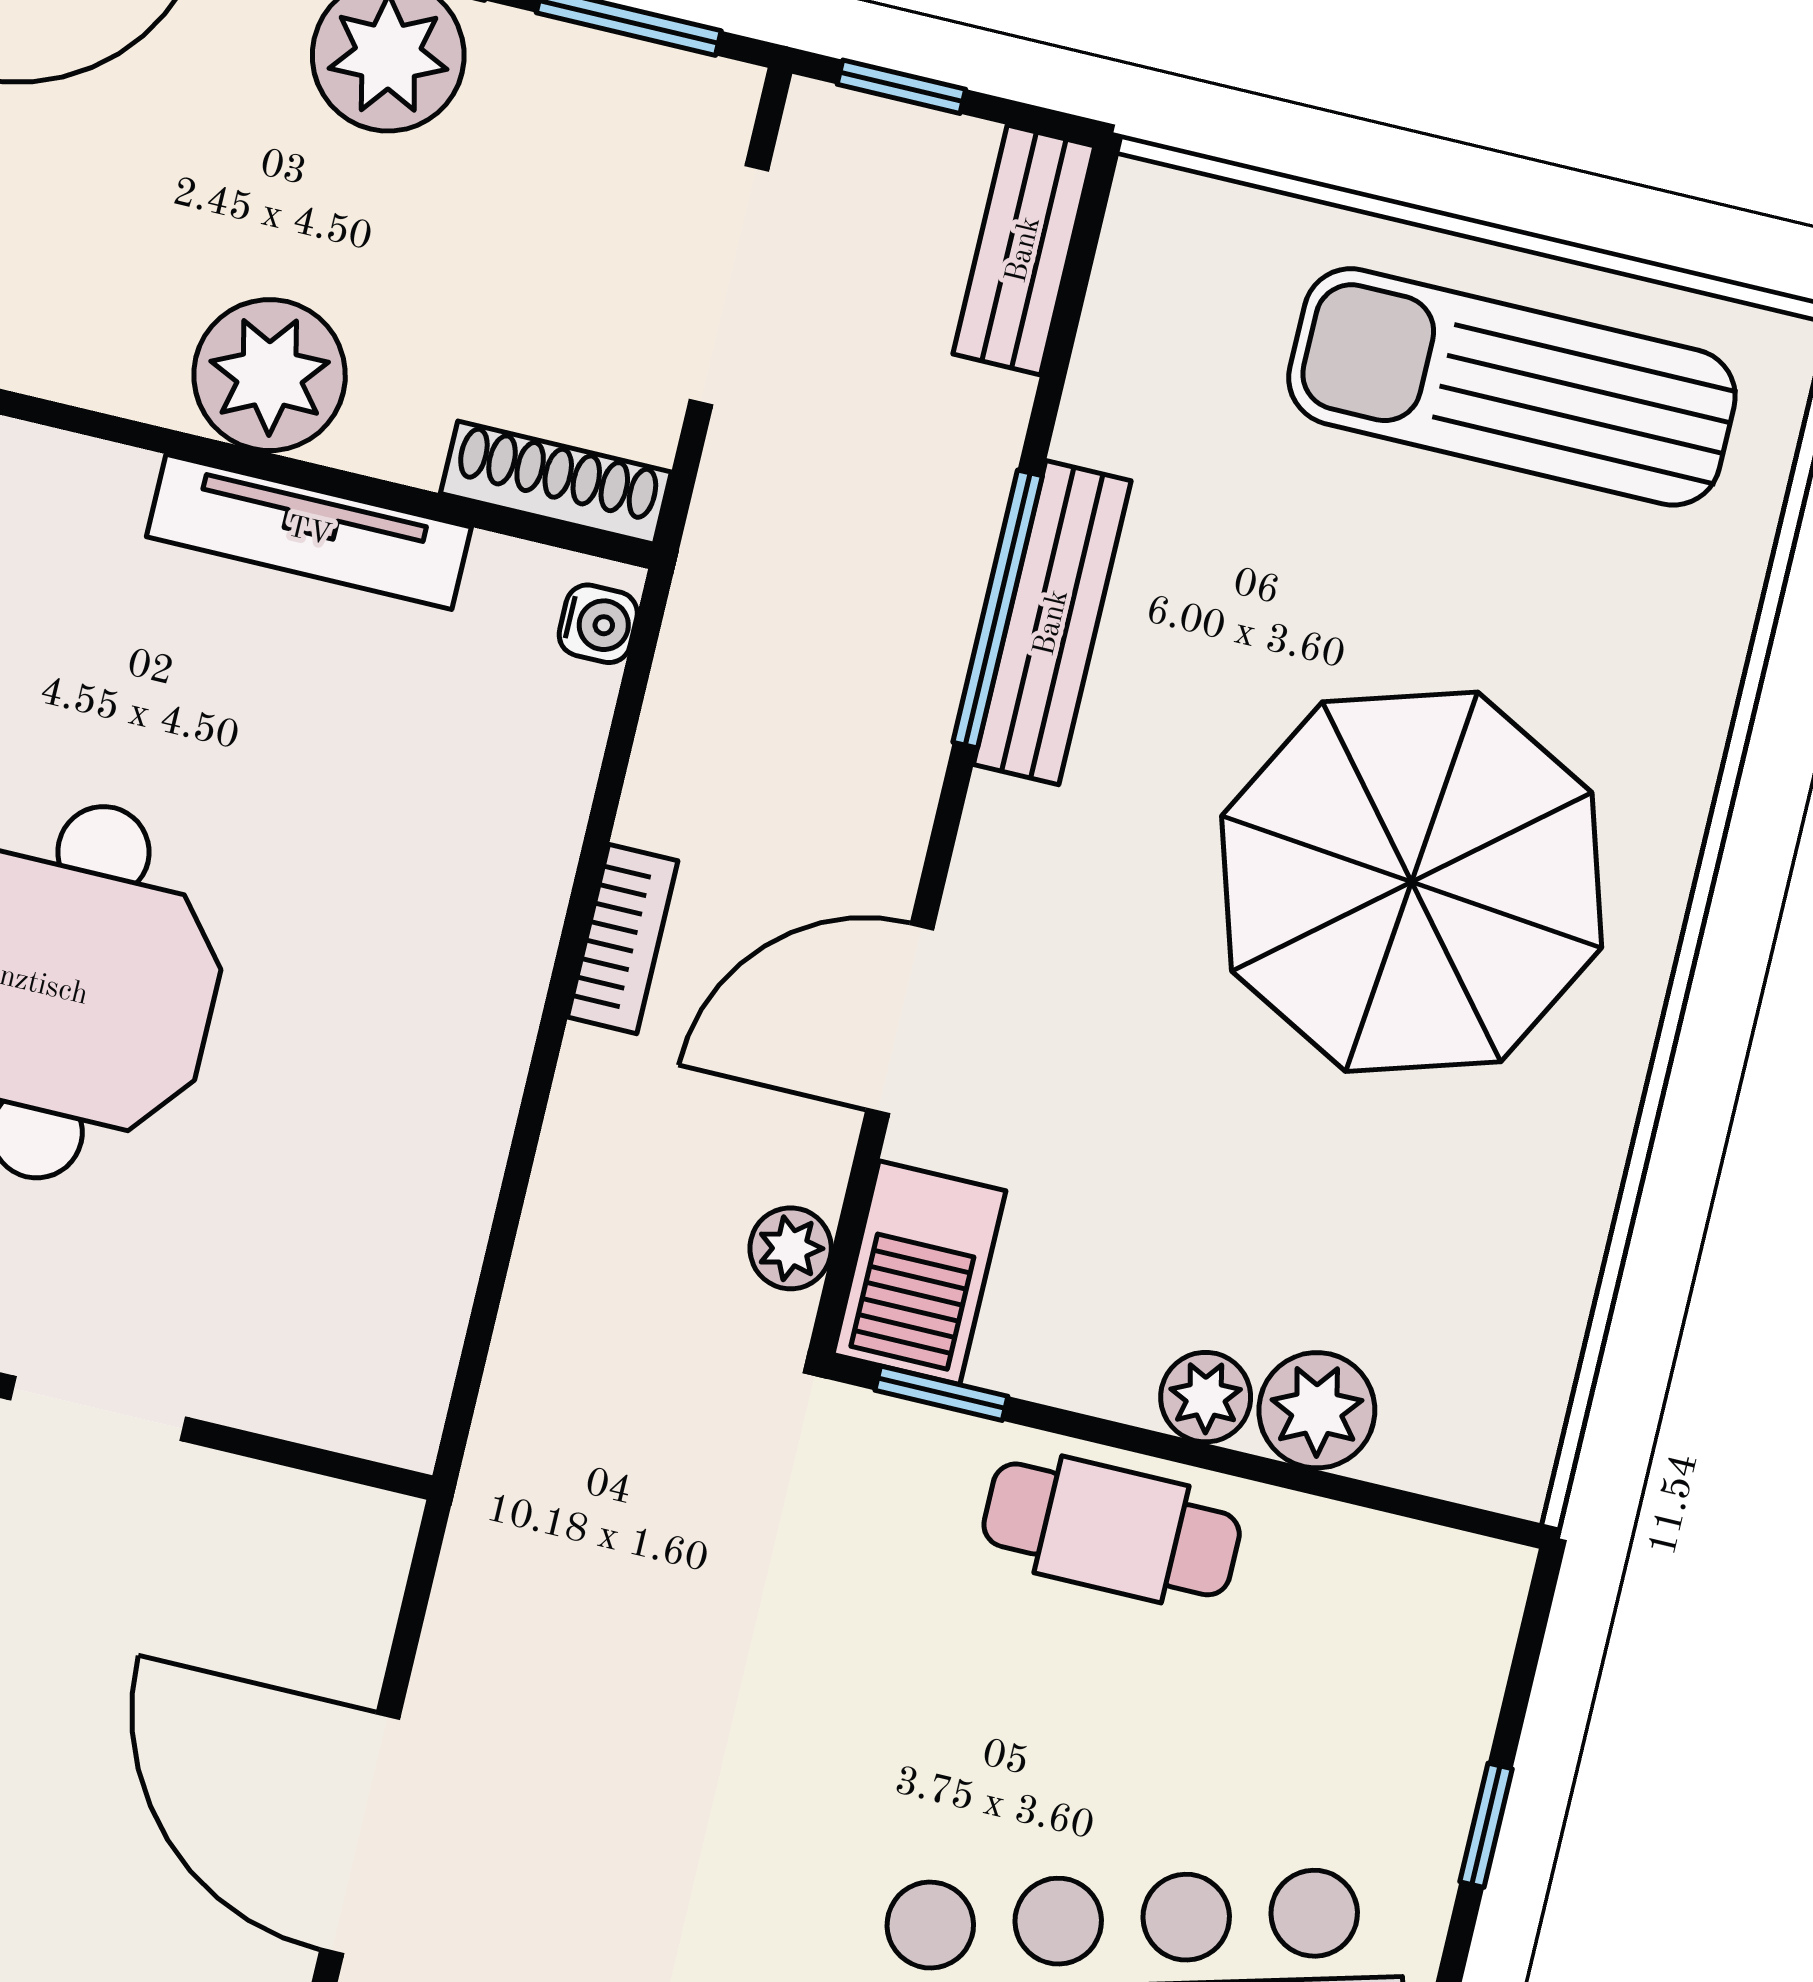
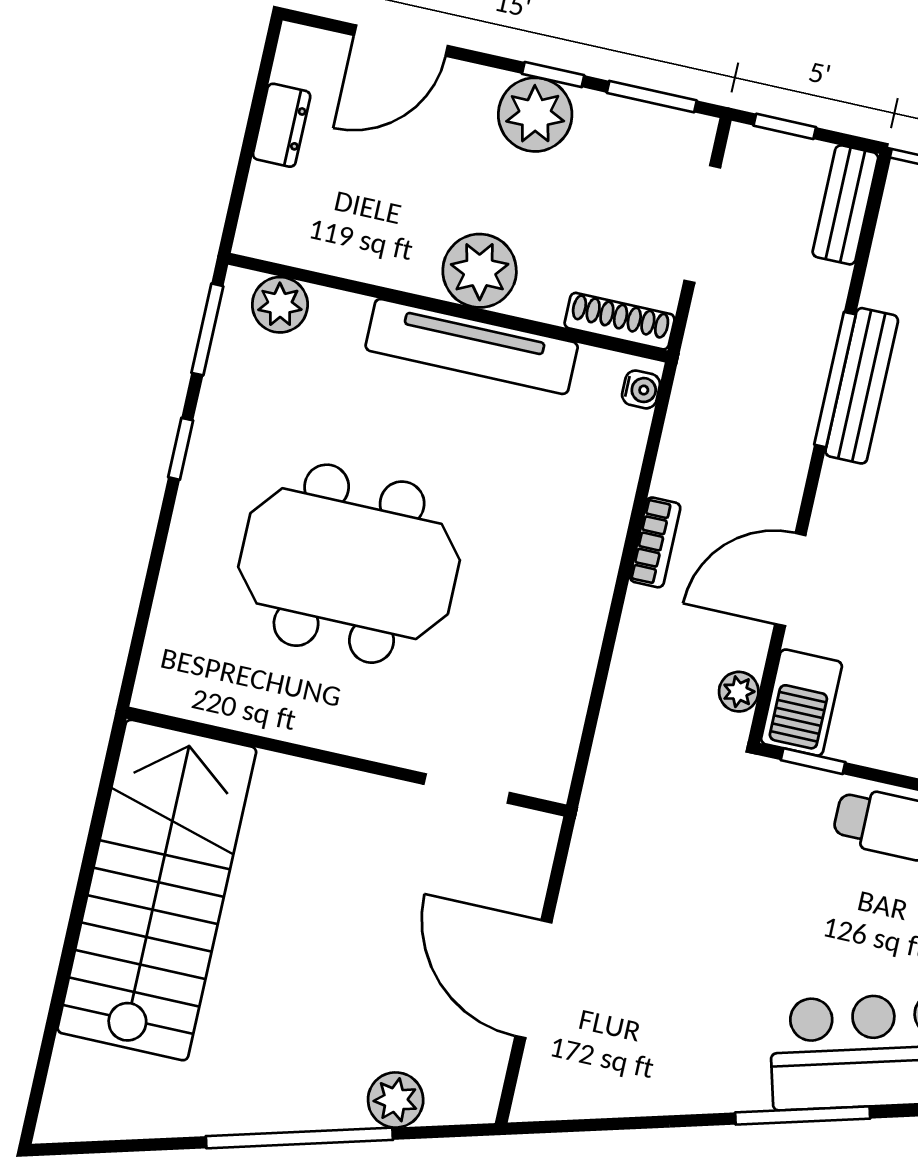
tv unit: (309, 532) -> (472, 346), width x1.36, depth x1.29
doorway: (98, 1409) -> (467, 788), moved

